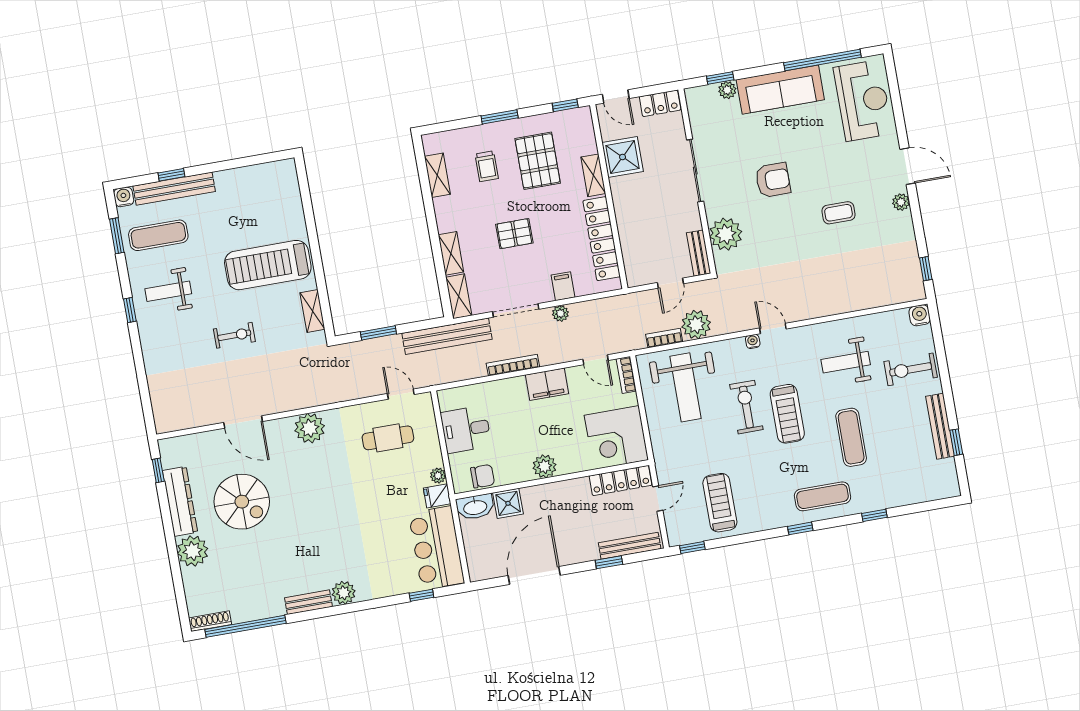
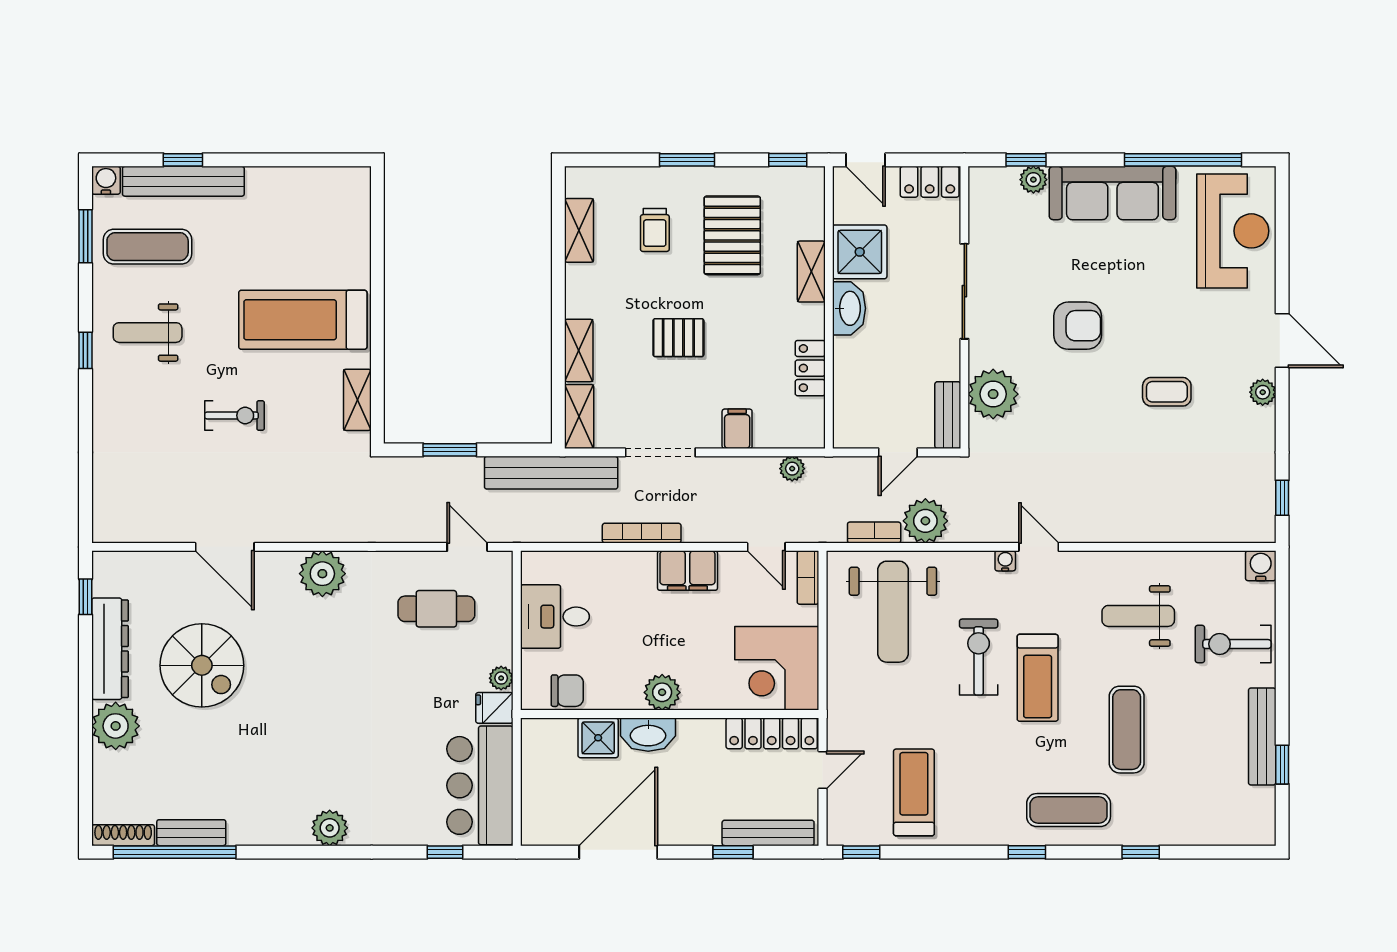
washbasin: (622, 195) -> (849, 308), added
locker: (602, 239) -> (810, 368), width x0.46, depth x0.83
plant: (560, 313) -> (792, 469), moved
washbasin: (475, 507) -> (648, 735), moved
bench: (308, 602) -> (191, 833), moved

